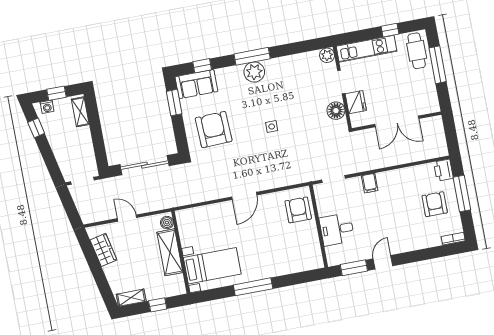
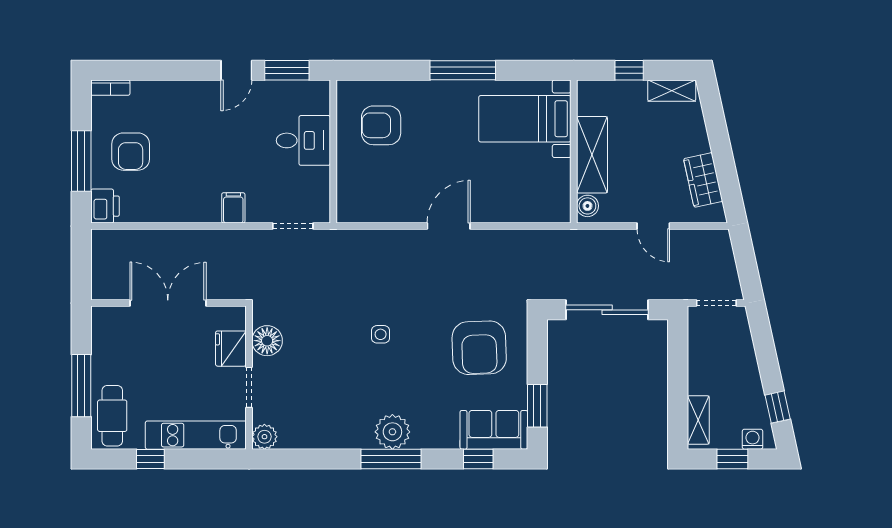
armchair: (298, 210) -> (381, 125), moved, turned 90

